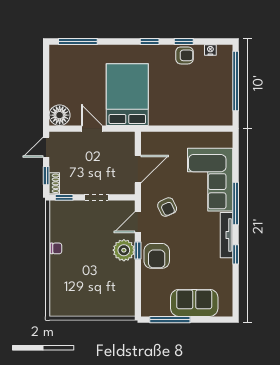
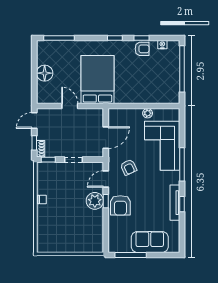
floor lamp: (60, 115) -> (45, 73), moved
plant: (192, 138) -> (148, 113), added
tv unit: (226, 235) -> (175, 203), moved

